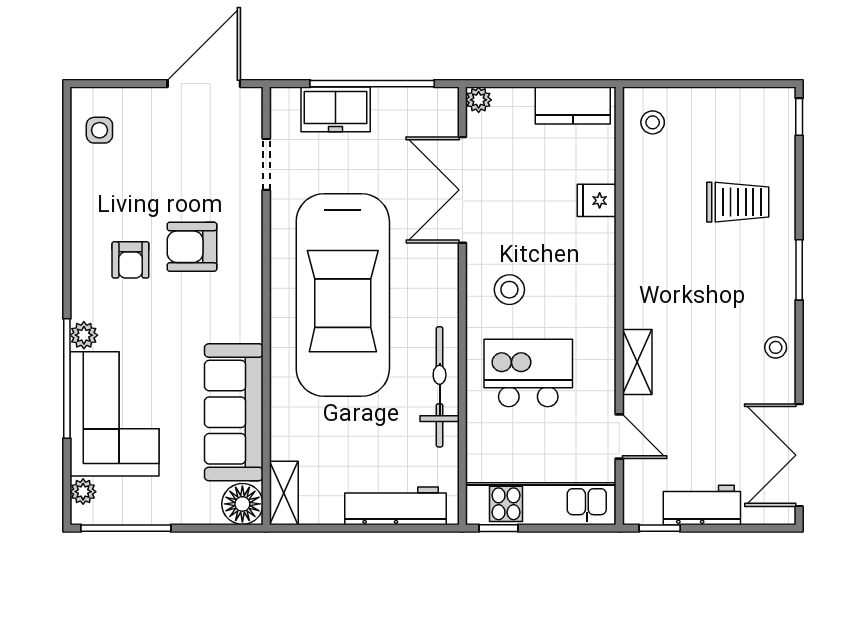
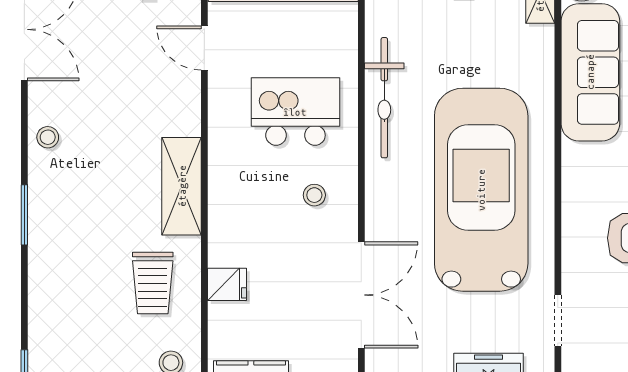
trolley: (738, 202) -> (153, 283), moved, turned -90
stool: (509, 290) -> (314, 195), width x0.73, depth x0.73
shelving: (637, 362) -> (182, 186), moved, width x1.50, depth x1.33
kitchen island: (528, 373) -> (295, 112), turned 180

